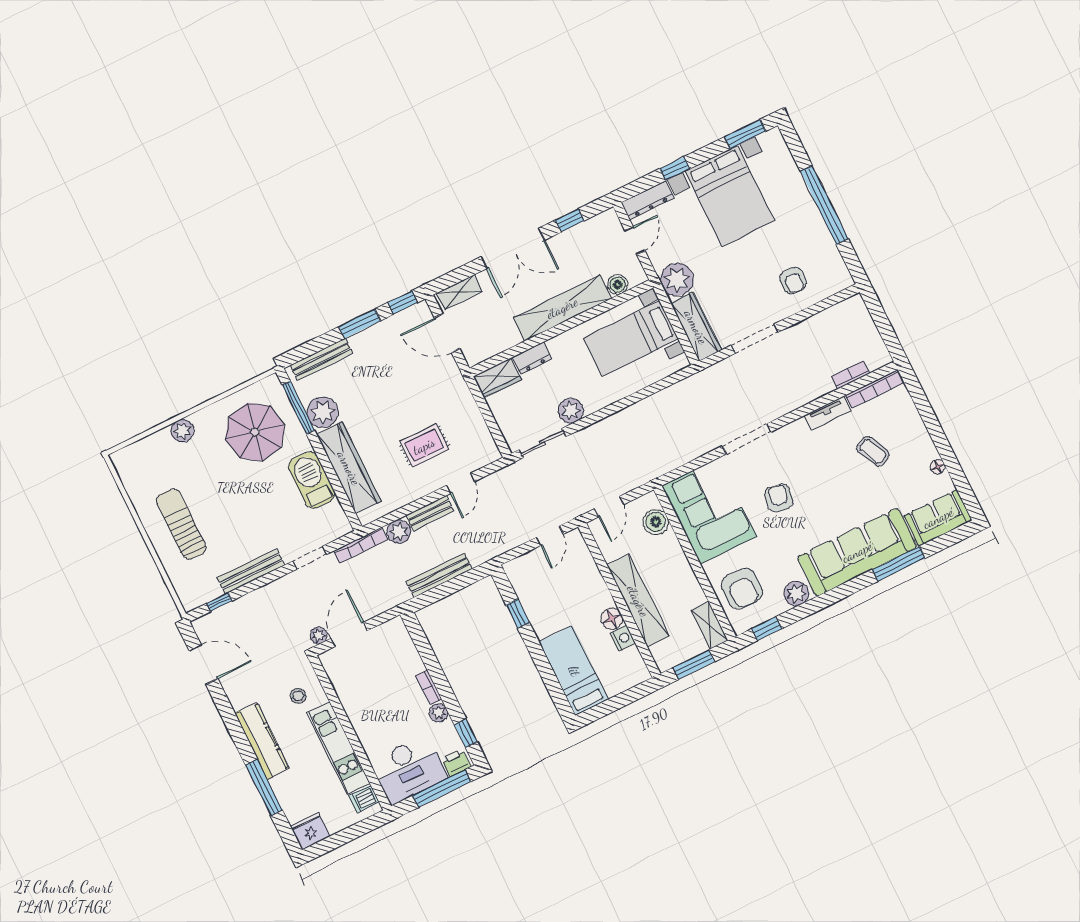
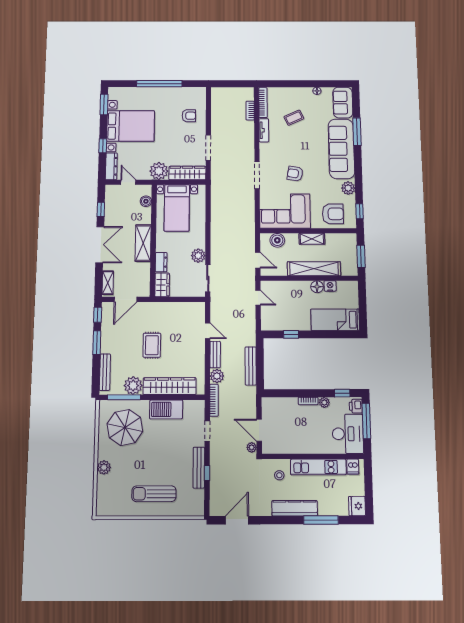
shelving: (562, 308) -> (143, 243), width x0.68
rug: (424, 446) -> (152, 345), moved
window: (219, 602) -> (207, 473), moved
shelving: (710, 625) -> (312, 239), moved

